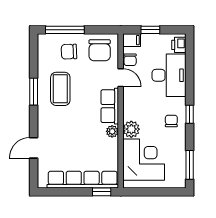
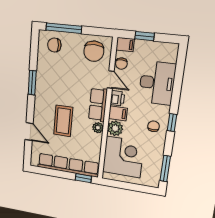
printer: (179, 45) -> (117, 98), moved, turned 180
chair: (69, 52) -> (54, 45), moved
coffee table: (60, 89) -> (63, 121), moved
filing cabinet: (132, 112) -> (118, 113), added
door: (34, 148) -> (29, 132), swing flipped

